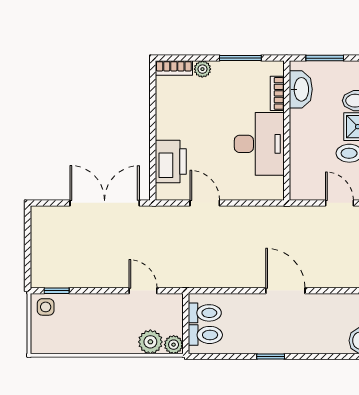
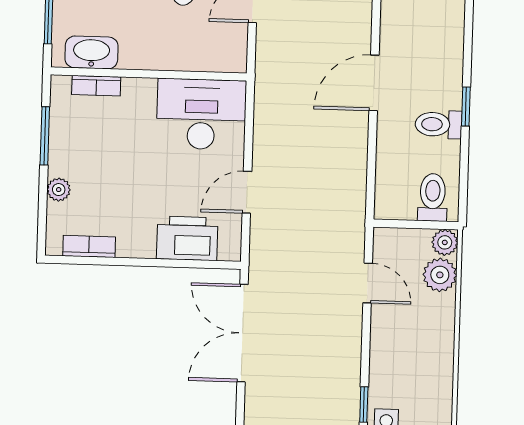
bookcase: (174, 68) -> (89, 246), moved, turned -90
desk: (259, 144) -> (201, 114), moved
door: (143, 291) -> (368, 283), swing flipped
toilet: (205, 313) -> (438, 124), moved, turned -90

